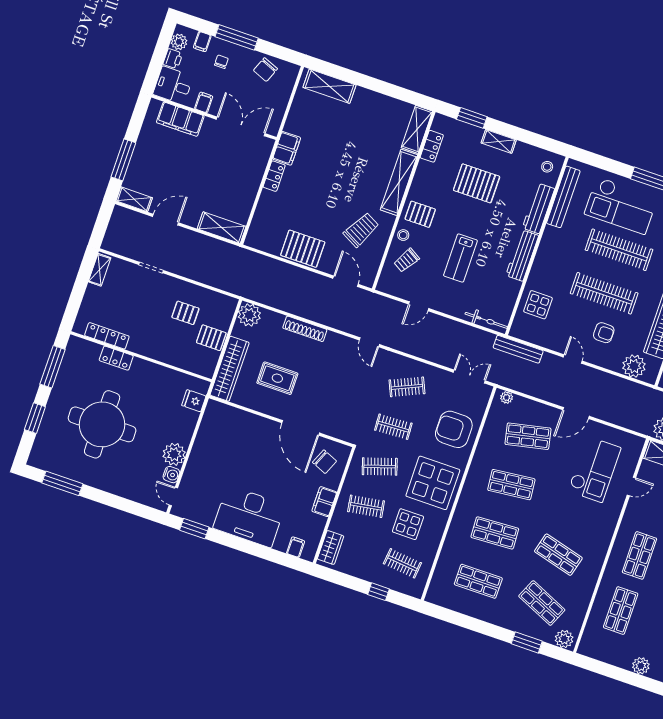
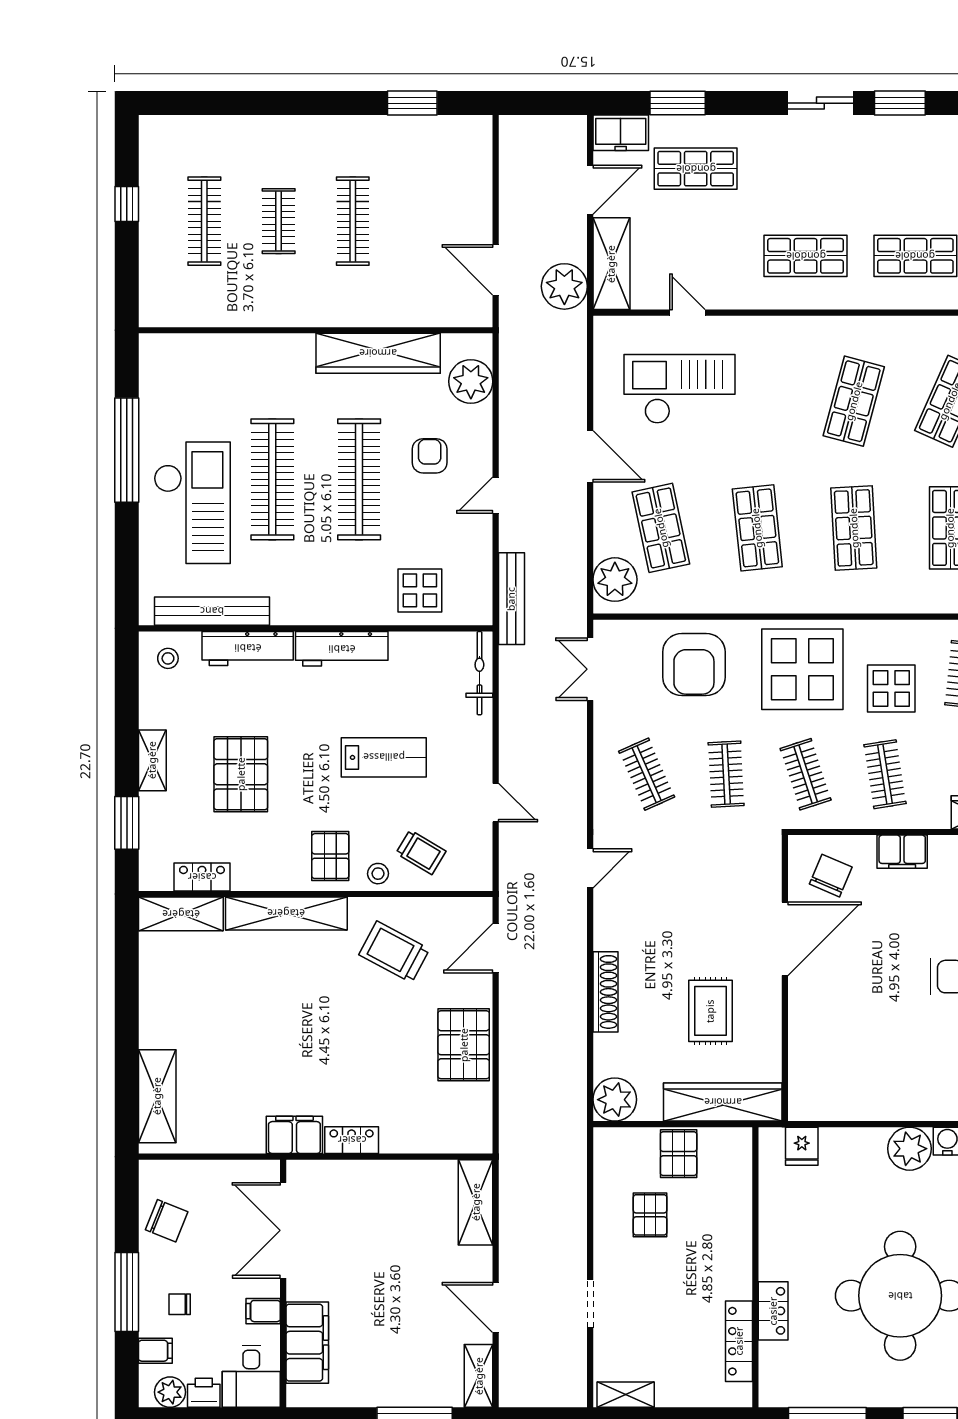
plant: (507, 397) -> (615, 580), width x1.88, depth x1.88

